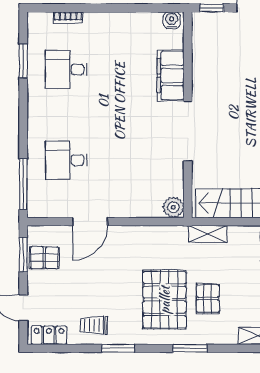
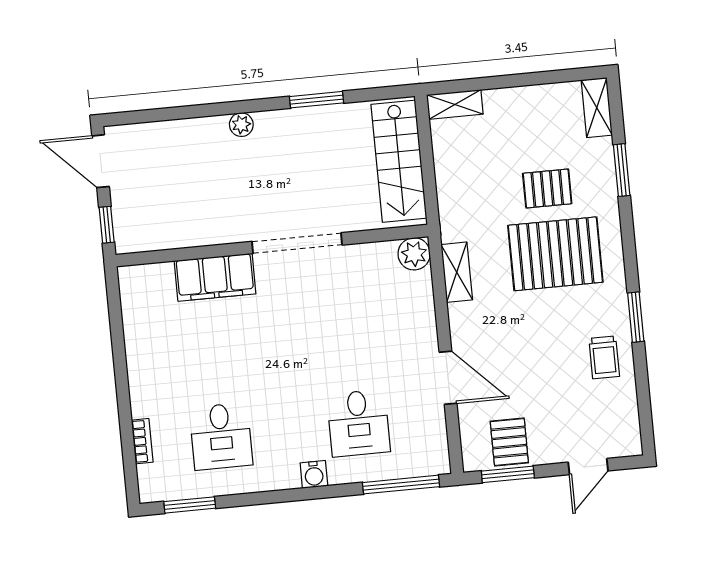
water cooler: (172, 20) -> (314, 474), moved, turned -90
window: (23, 61) -> (190, 505), moved
shelving: (208, 234) -> (457, 272), moved
locker: (49, 335) -> (626, 424), removed
window: (190, 348) -> (622, 170), moved

